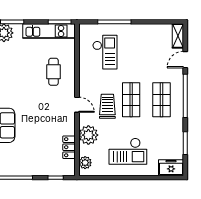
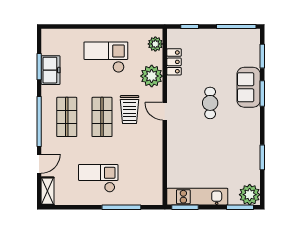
checkout: (105, 52) -> (98, 178), moved, turned 90
cafe table: (54, 72) -> (210, 103), moved
freezer: (171, 168) -> (51, 70), moved, turned -90

